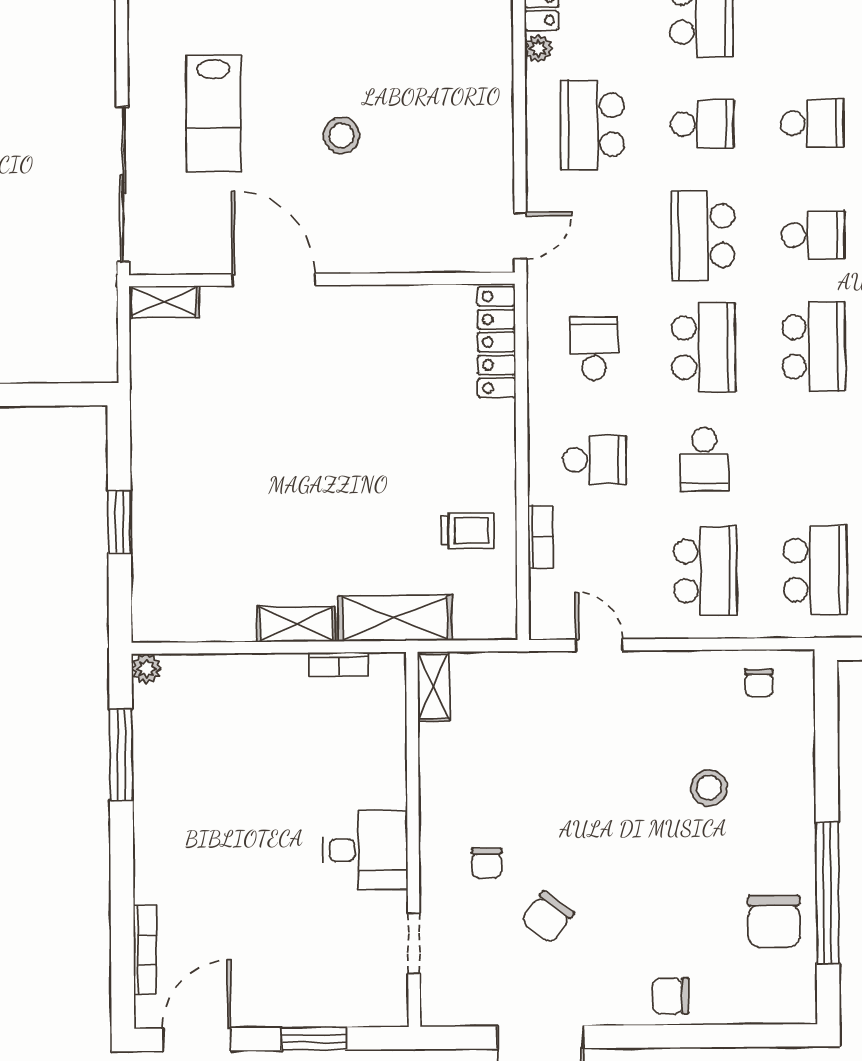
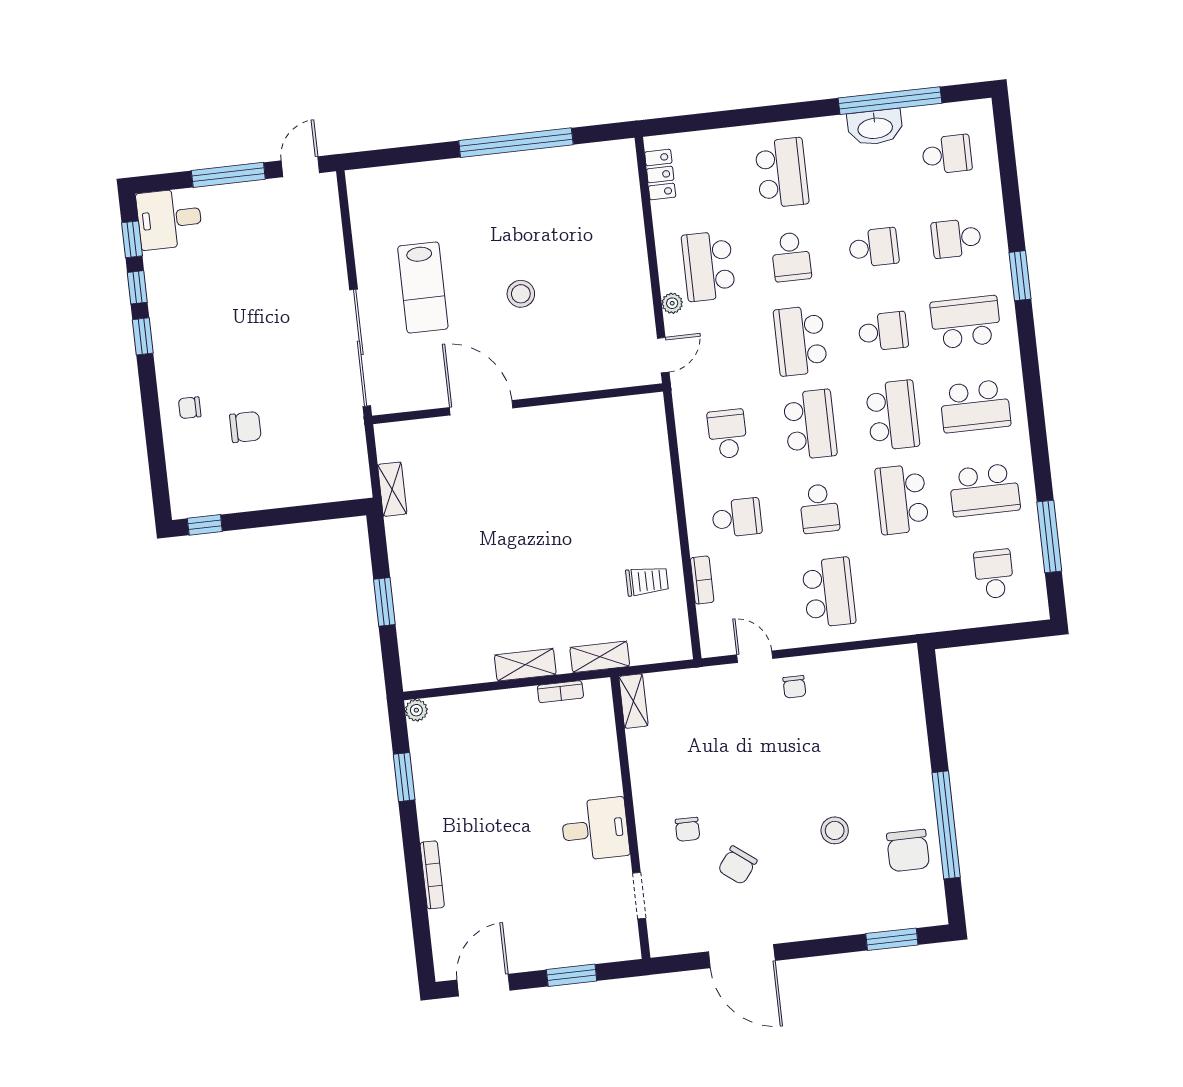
plant: (538, 49) -> (672, 303), moved
school desk: (702, 124) -> (791, 257), turned 90
shelving: (164, 302) -> (392, 489), moved, turned 90
locker: (497, 342) -> (654, 437), removed
school desk: (815, 570) -> (902, 499), moved, turned 180
shelving: (395, 618) -> (600, 657), width x0.67, depth x0.75
chair: (759, 683) -> (794, 687), moved
window: (121, 755) -> (404, 777), width x0.69
stool: (709, 788) -> (835, 830), moved
bookcase: (145, 950) -> (432, 875), moved
chair: (671, 996) -> (836, 915), removed
window: (740, 1036) -> (892, 939), added

